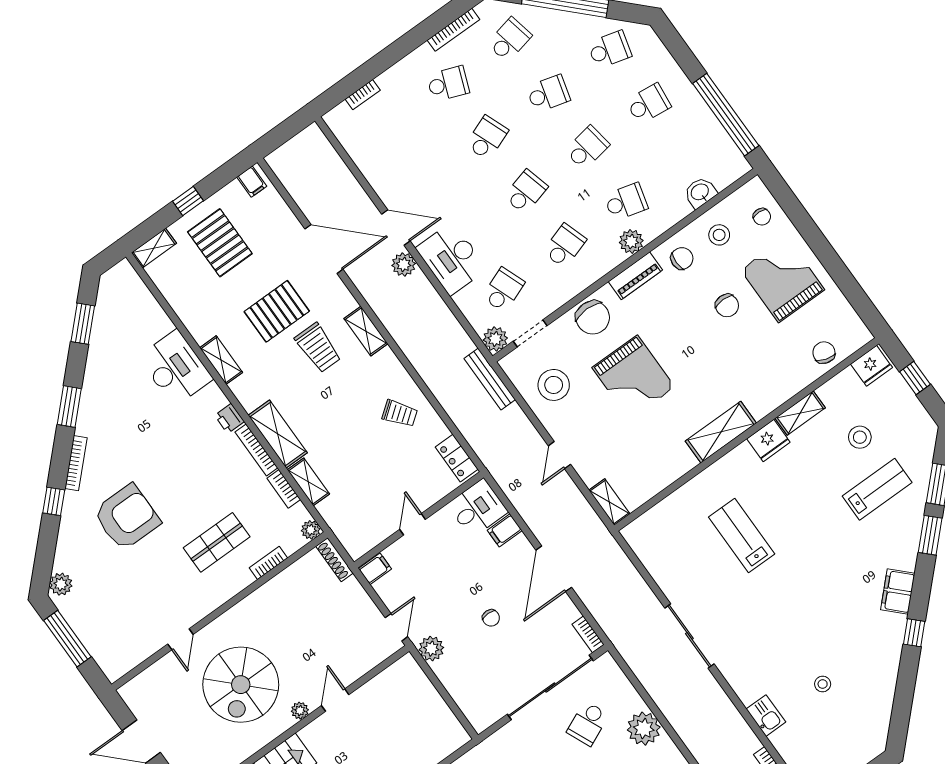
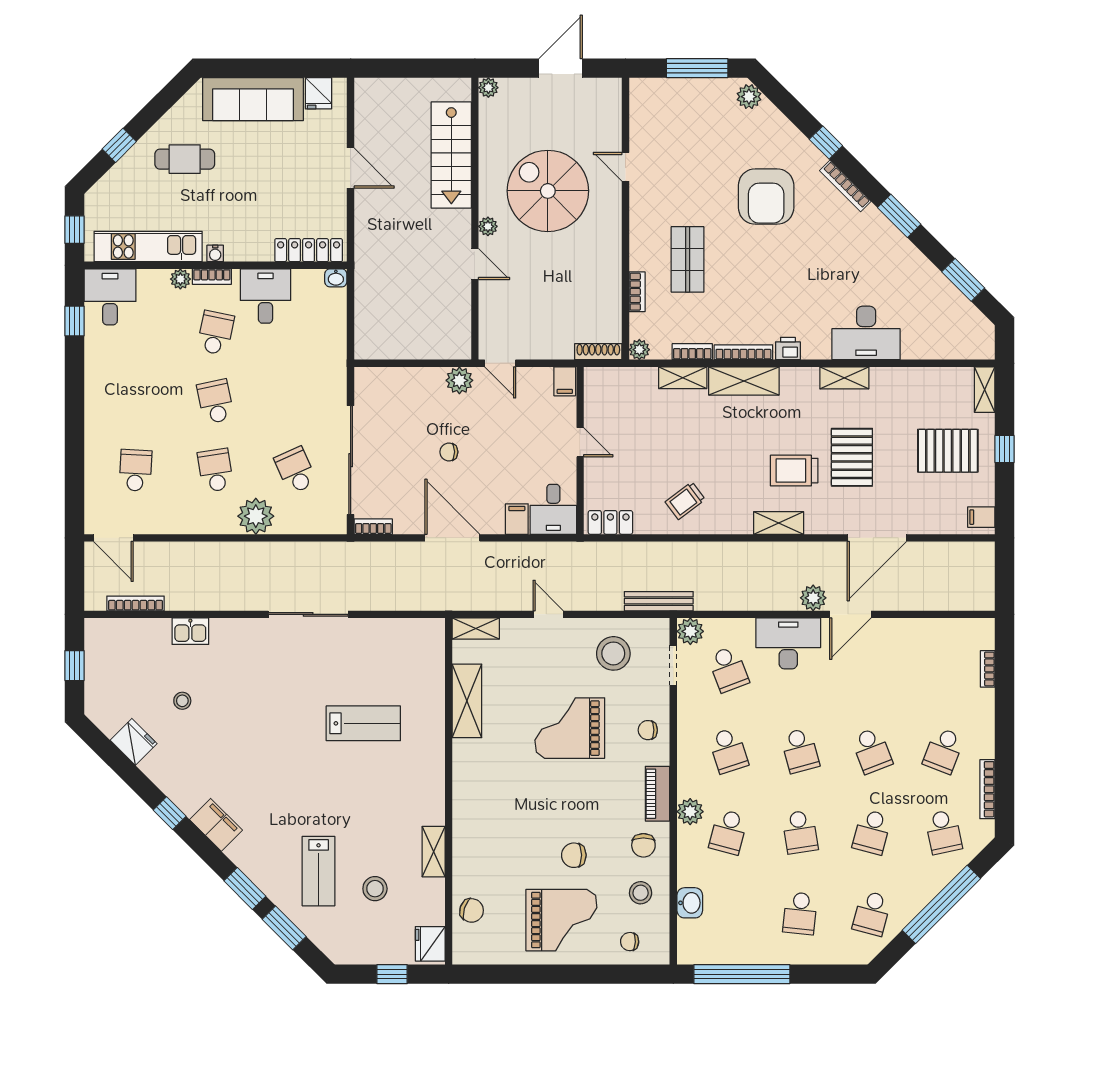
chair: (593, 318) -> (648, 730), width x0.54, depth x0.54
shelving: (721, 432) -> (467, 701), moved
fridge: (768, 440) -> (134, 742), moved, turned 135

